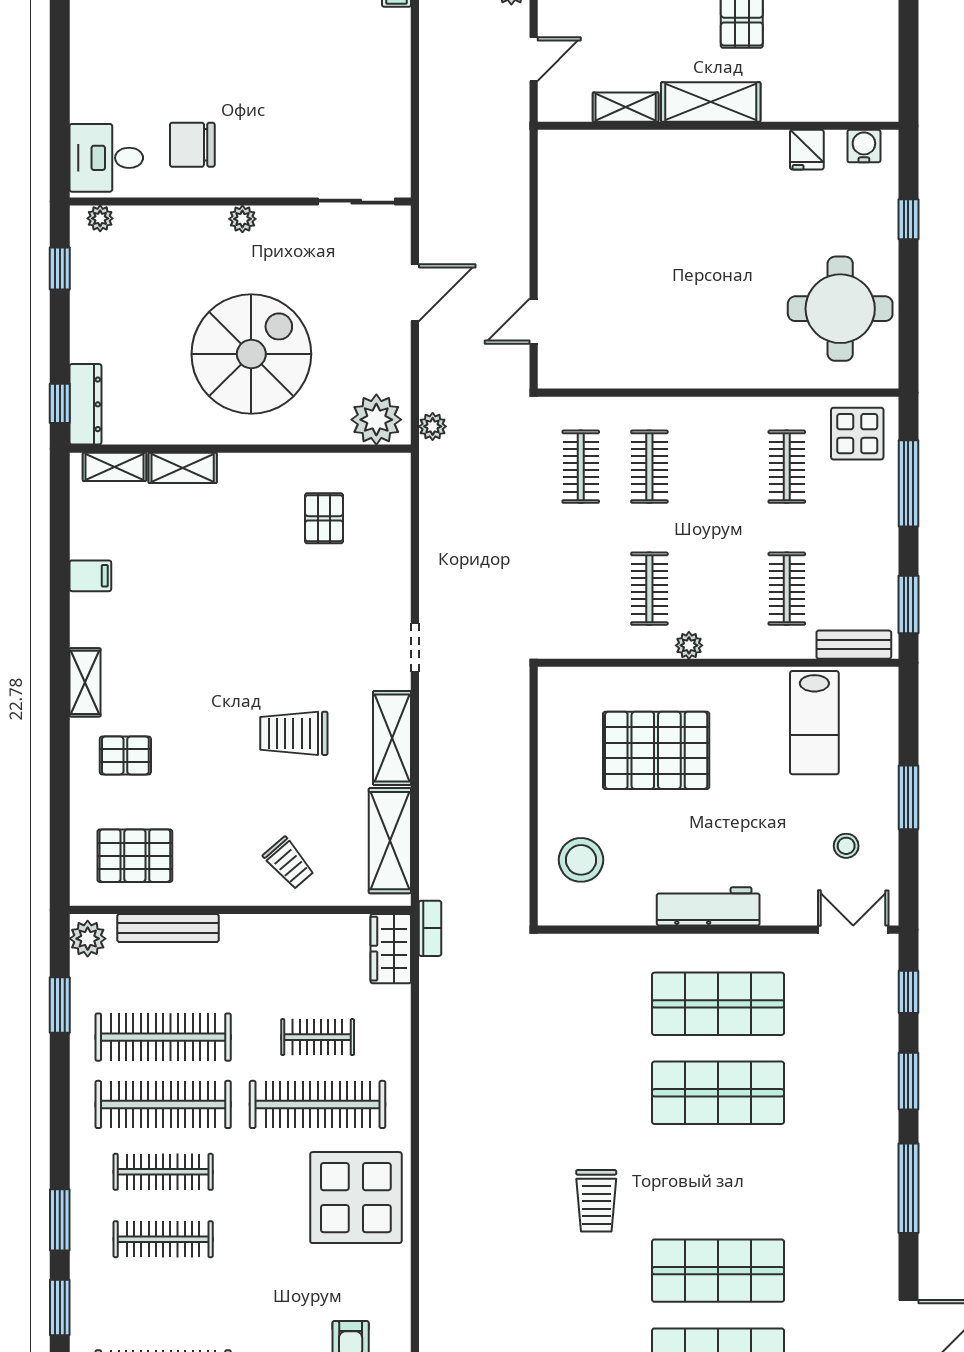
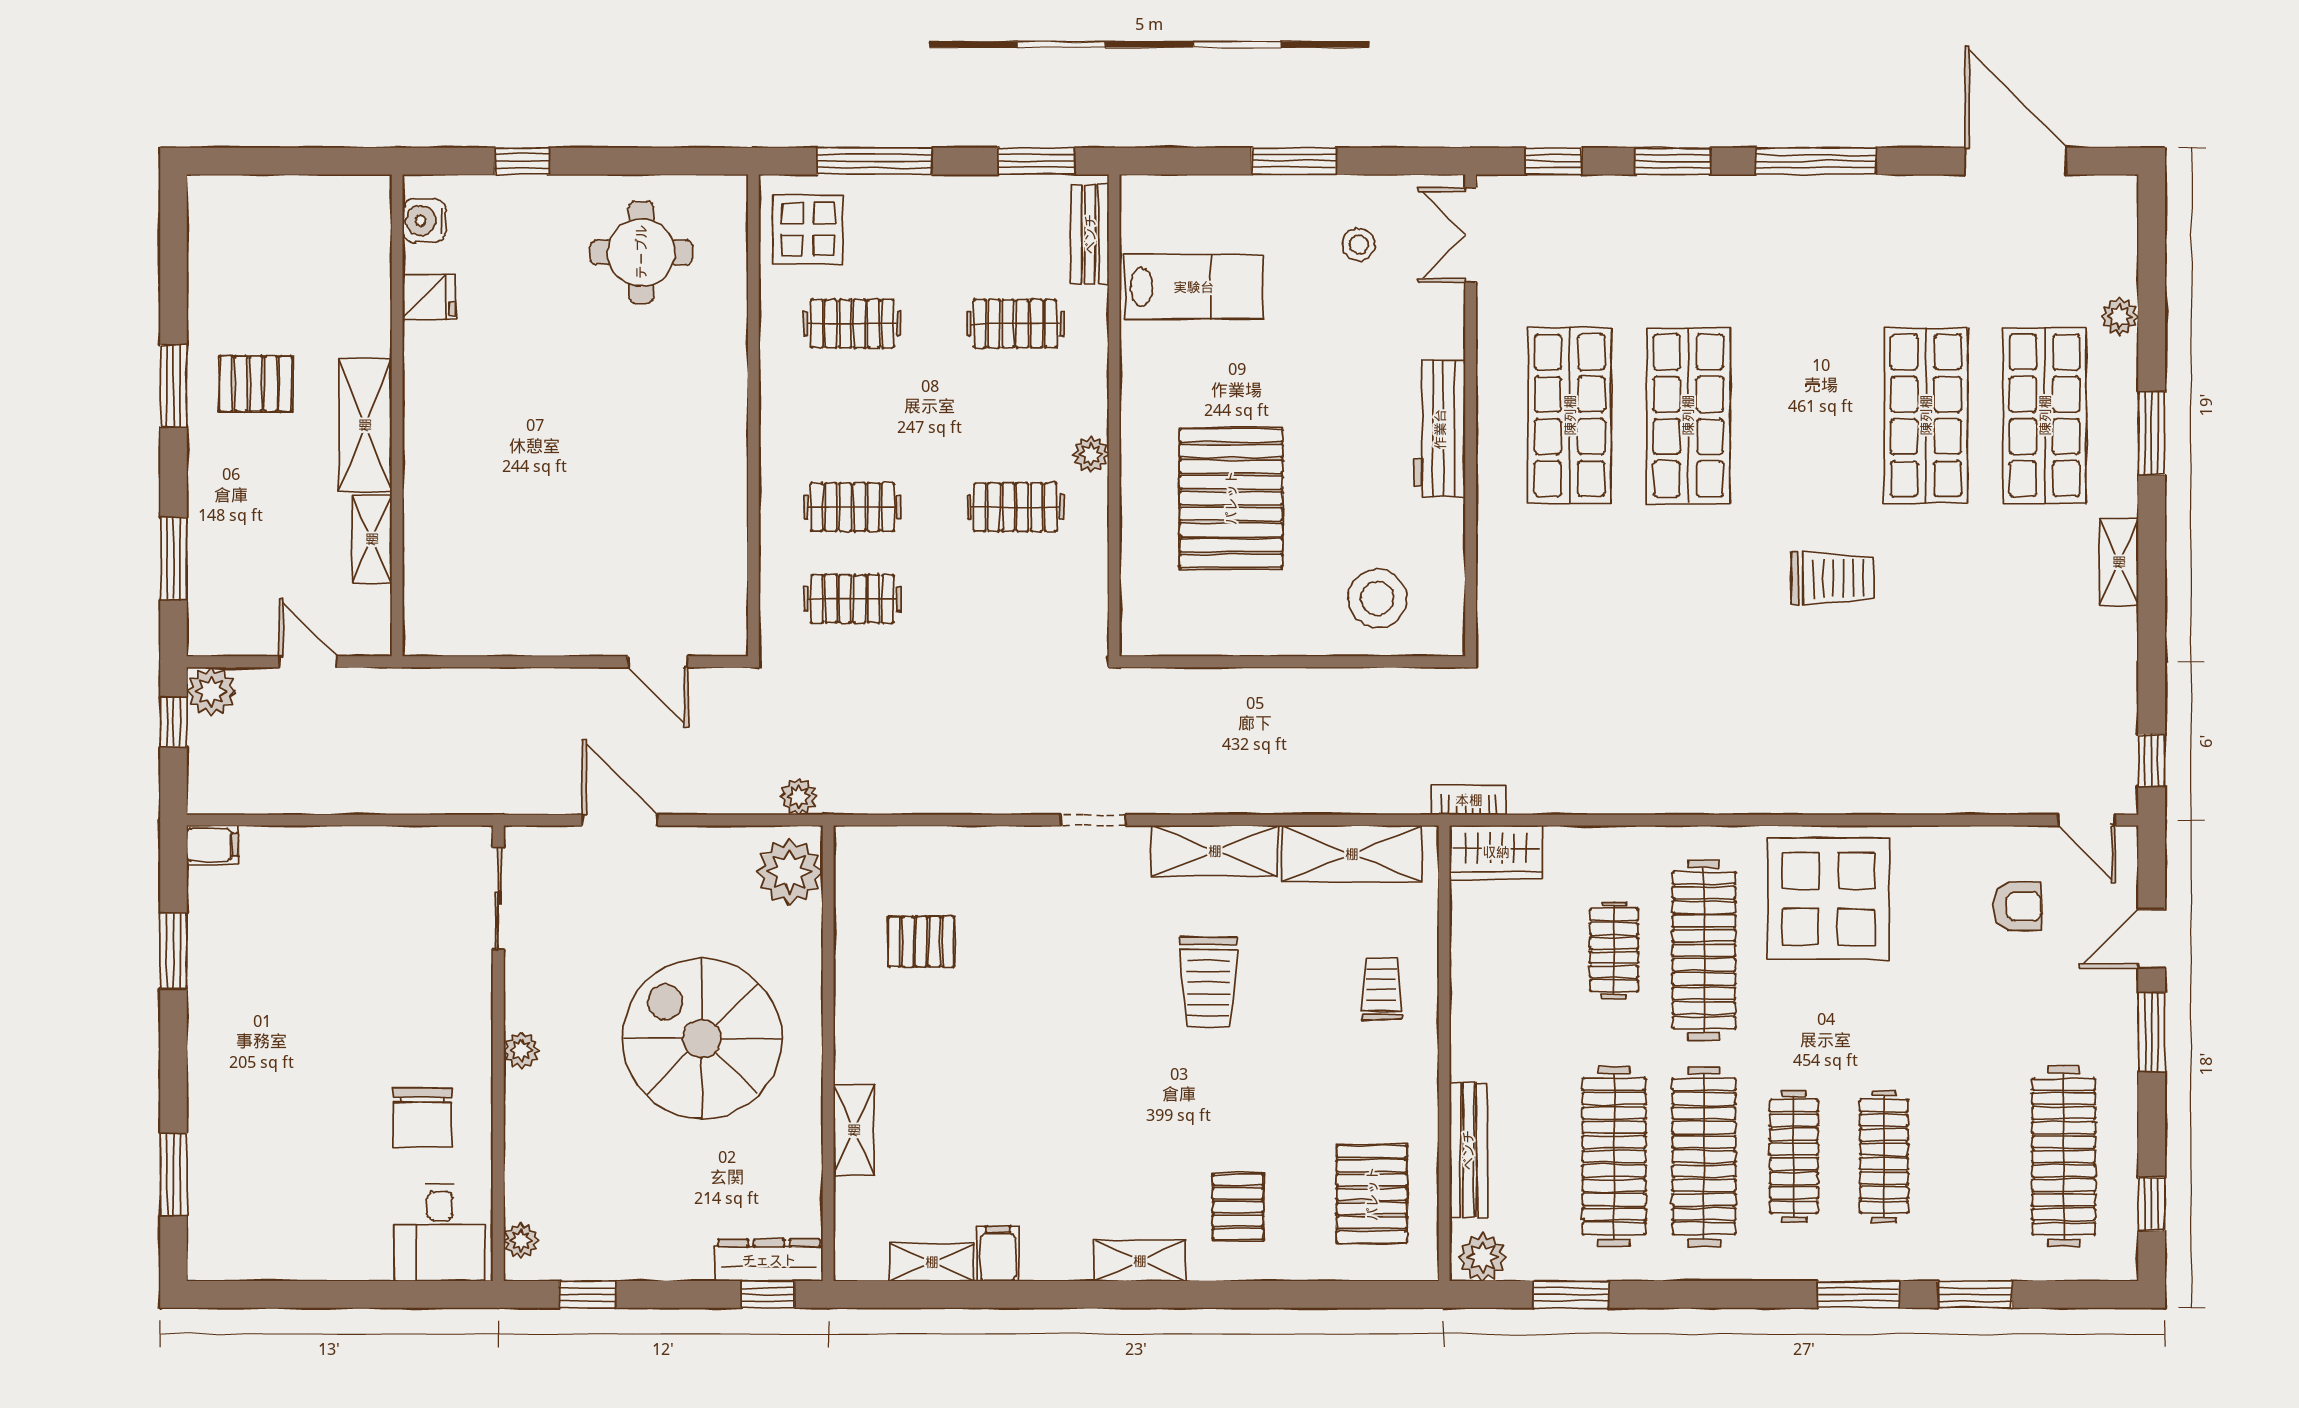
round table: (840, 309) -> (641, 252), width x0.73, depth x0.73
shelving: (114, 467) -> (932, 1262), moved, turned 90
trolley: (289, 863) -> (1382, 989), turned -49

